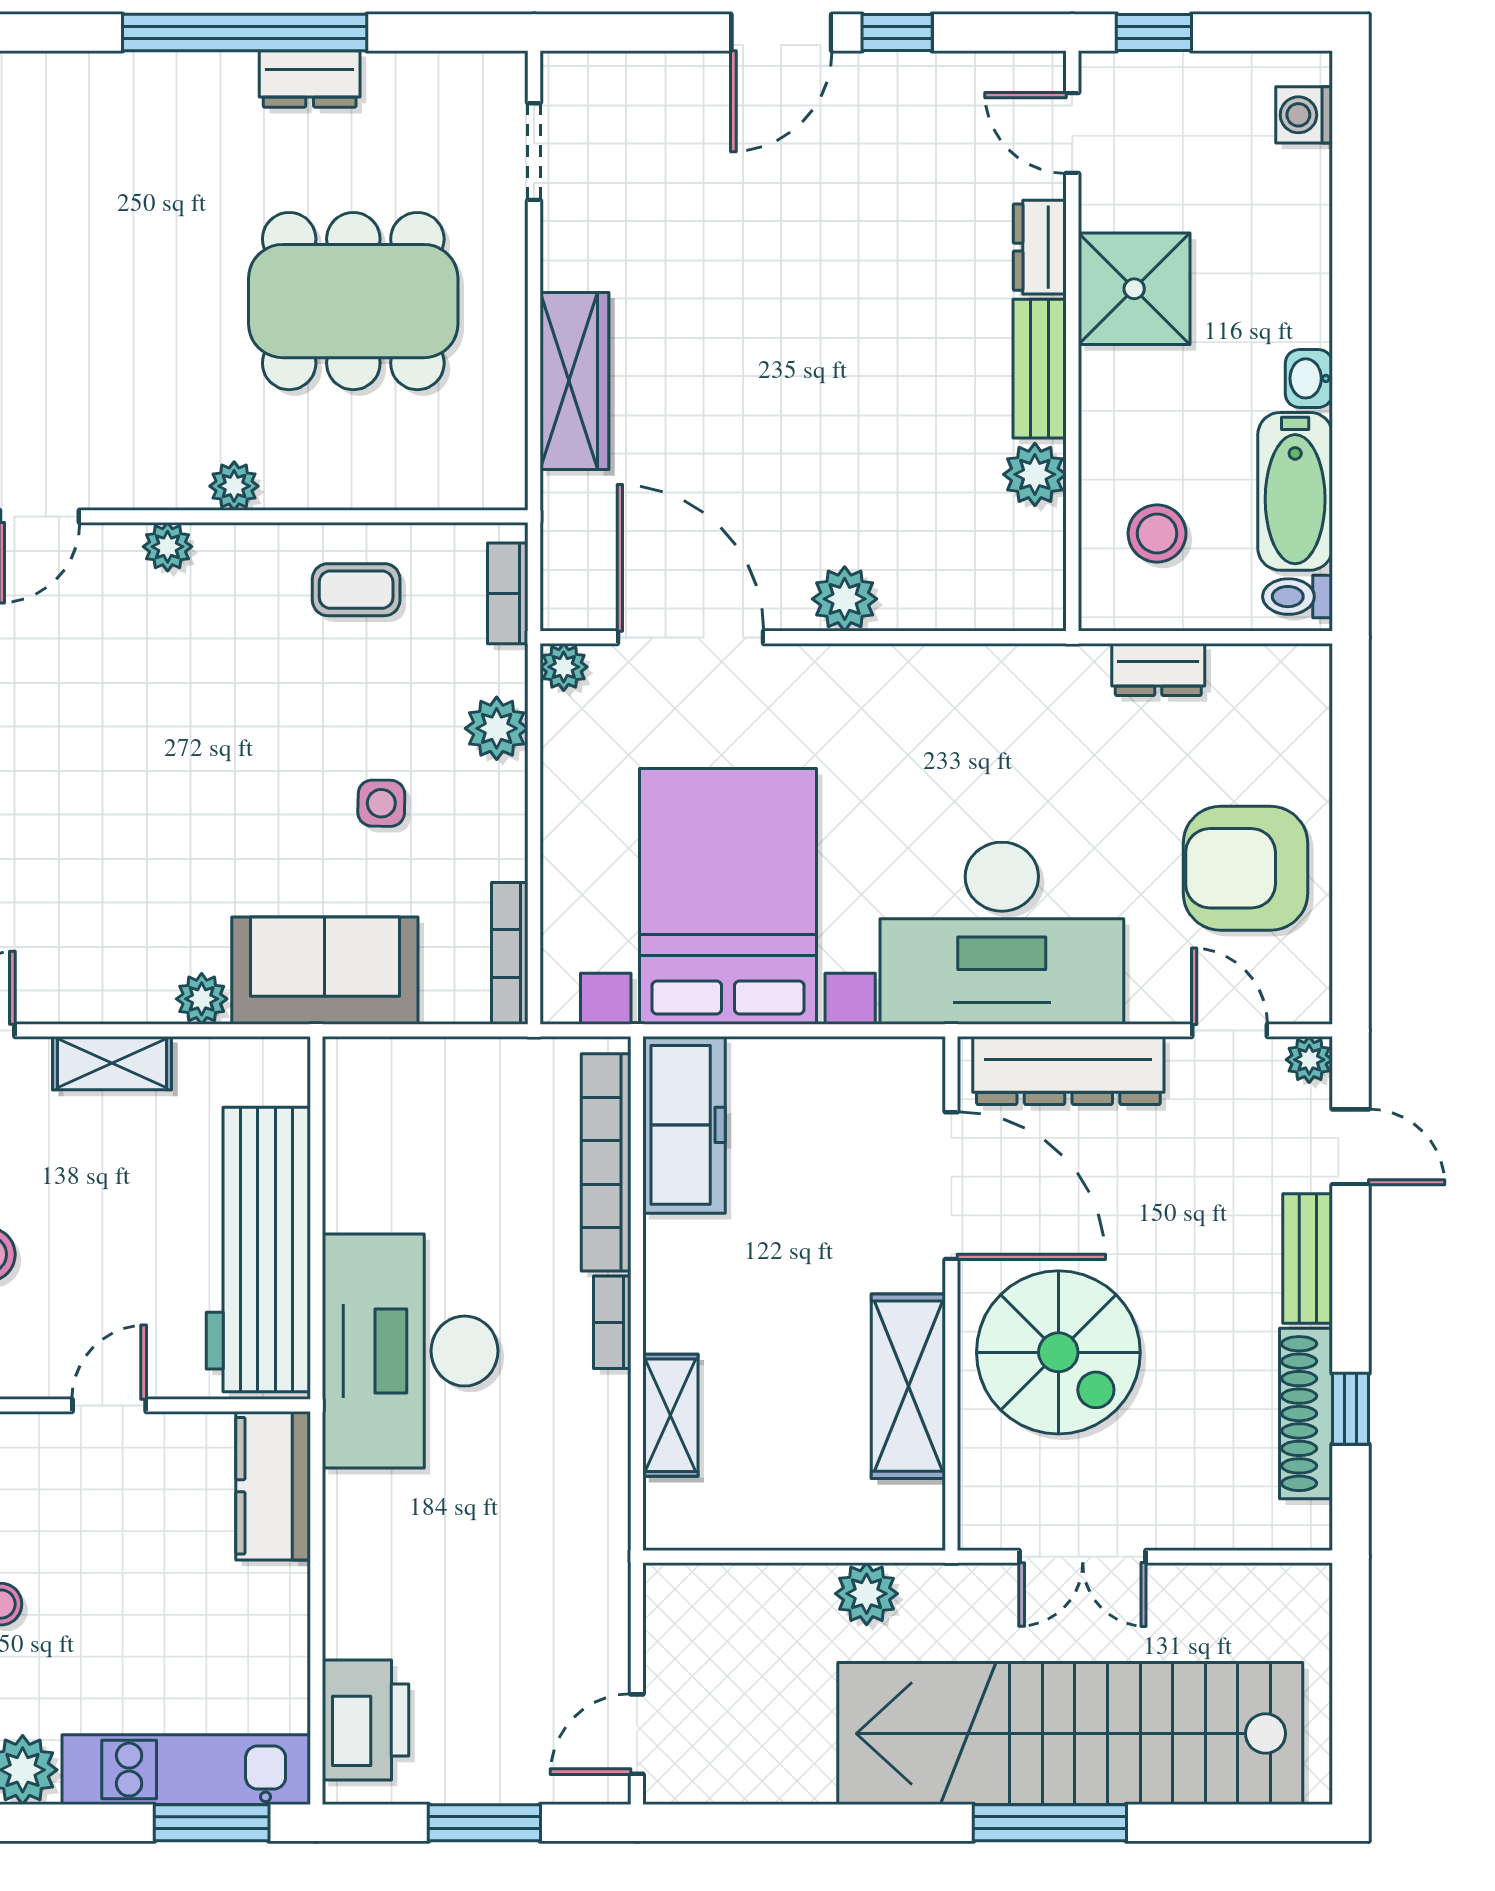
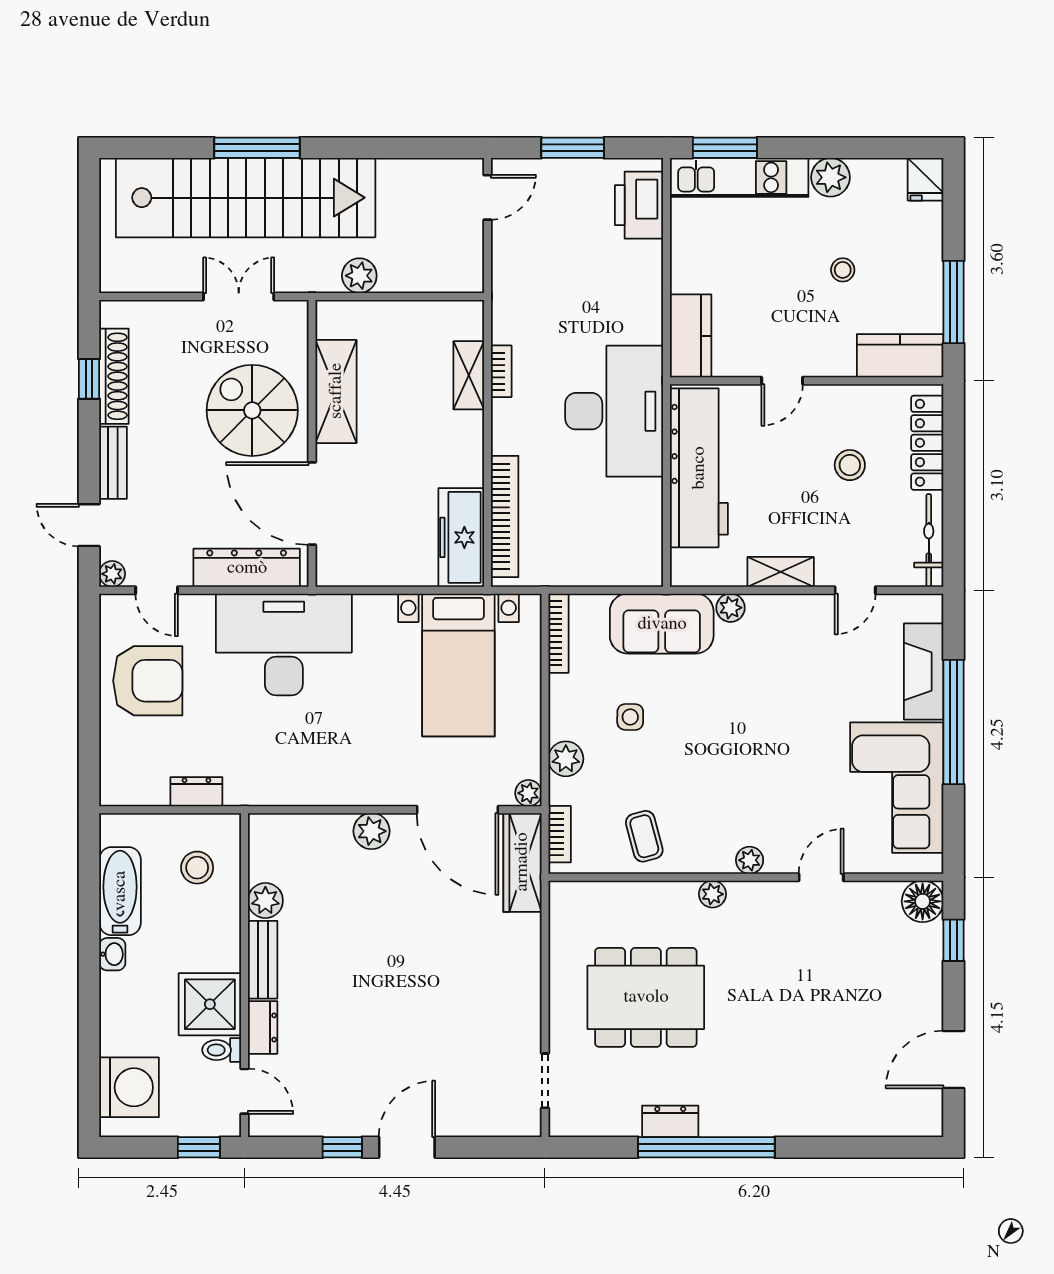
washing machine: (1304, 115) -> (129, 1087), width x1.89, depth x1.89
wardrobe: (574, 381) -> (522, 862), moved
coffee table: (356, 590) -> (644, 836), turned 75
toilet: (1298, 597) -> (222, 1050), moved, turned 180
bed with nightstands: (728, 896) -> (458, 665), width x0.73
bookcase: (612, 1322) -> (501, 371), moved

